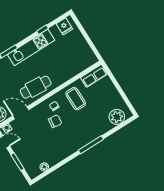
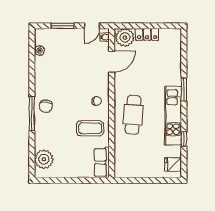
cafe table: (36, 87) -> (133, 115), moved
chair: (55, 121) -> (46, 106), moved

